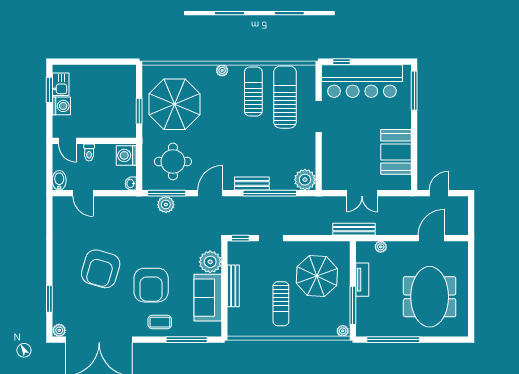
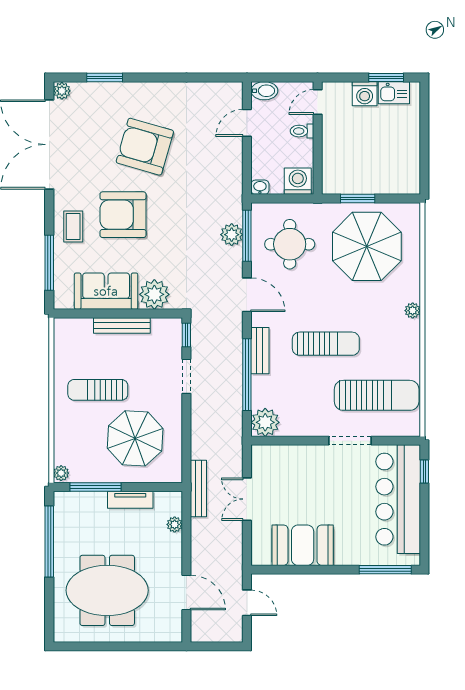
sun lounger: (253, 91) -> (326, 344), moved

